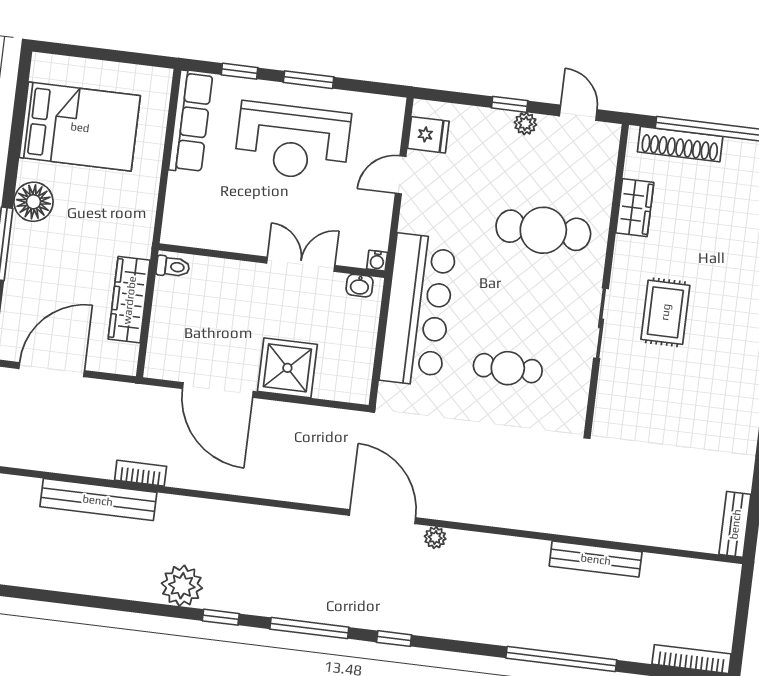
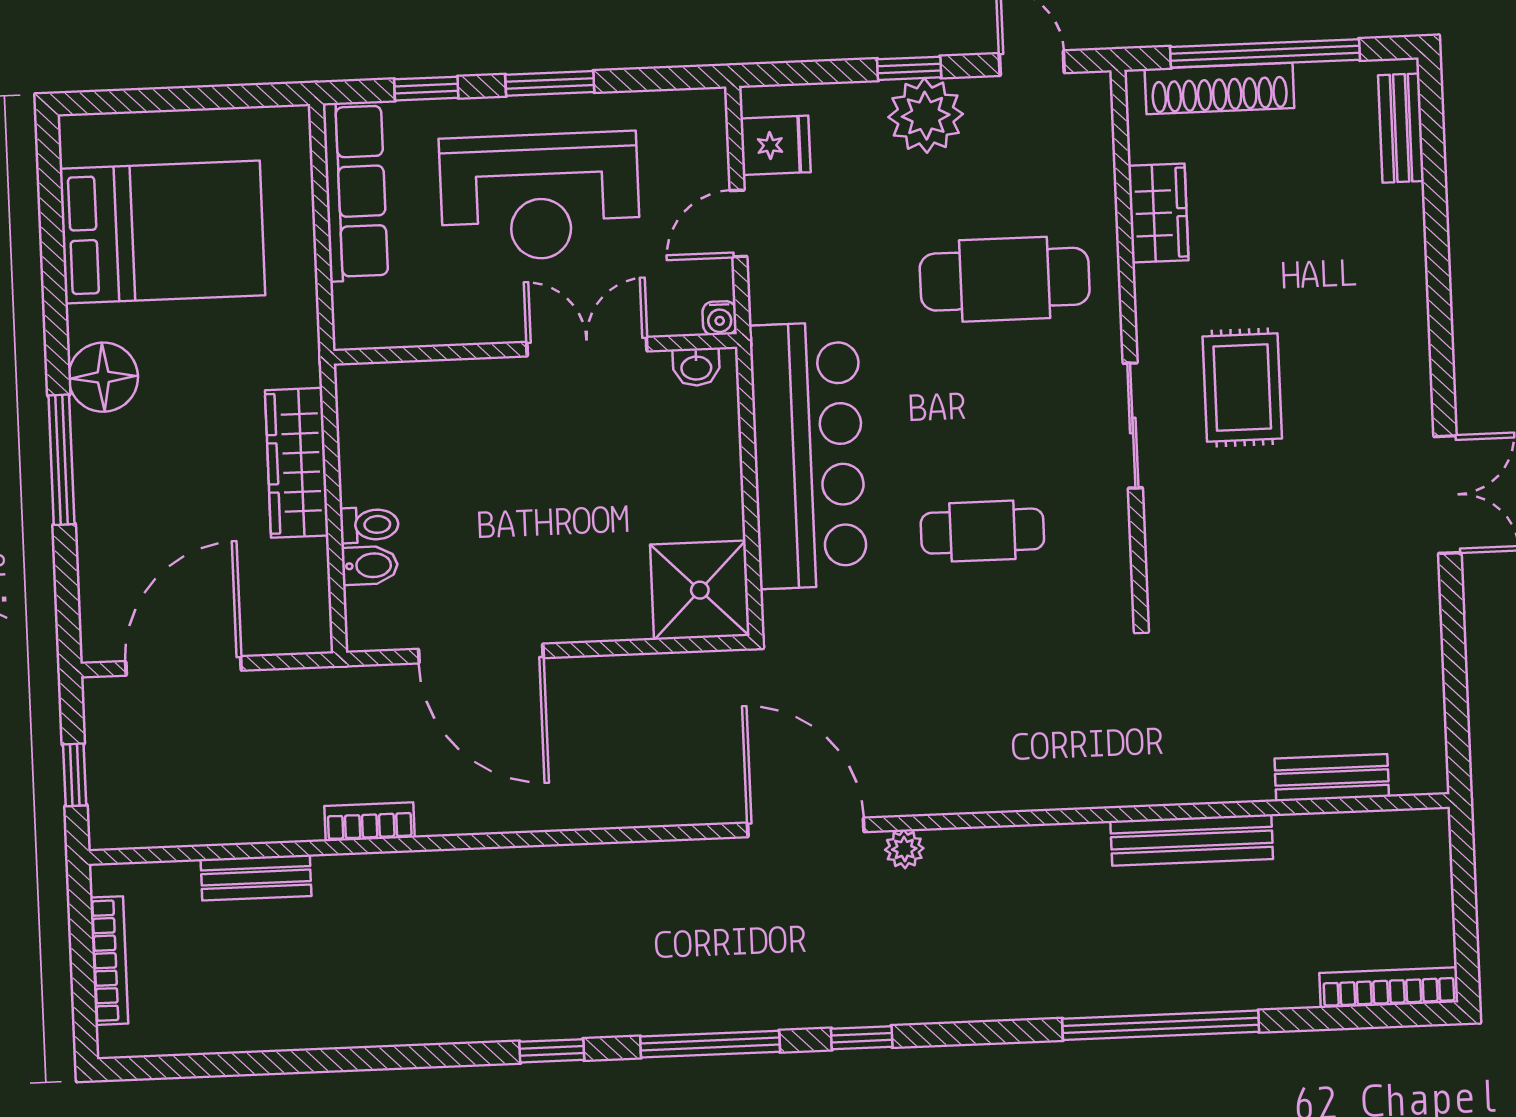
plant: (525, 124) -> (926, 116), width x1.88, depth x1.88
wall: (272, 261) -> (535, 349), moved
water cooler: (377, 261) -> (720, 318), moved
double door: (301, 264) -> (587, 347), moved
toilet: (173, 267) -> (369, 525), moved
washbasin: (360, 286) -> (696, 367), moved
wardrobe: (129, 300) -> (297, 463), moved
bidet: (164, 331) -> (370, 565), added
shower: (287, 368) -> (700, 590), moved
bench: (98, 500) -> (256, 878), width x0.54, depth x0.82
bench: (735, 524) -> (1332, 778), moved, turned 90
plant: (182, 586) -> (475, 1007), removed

